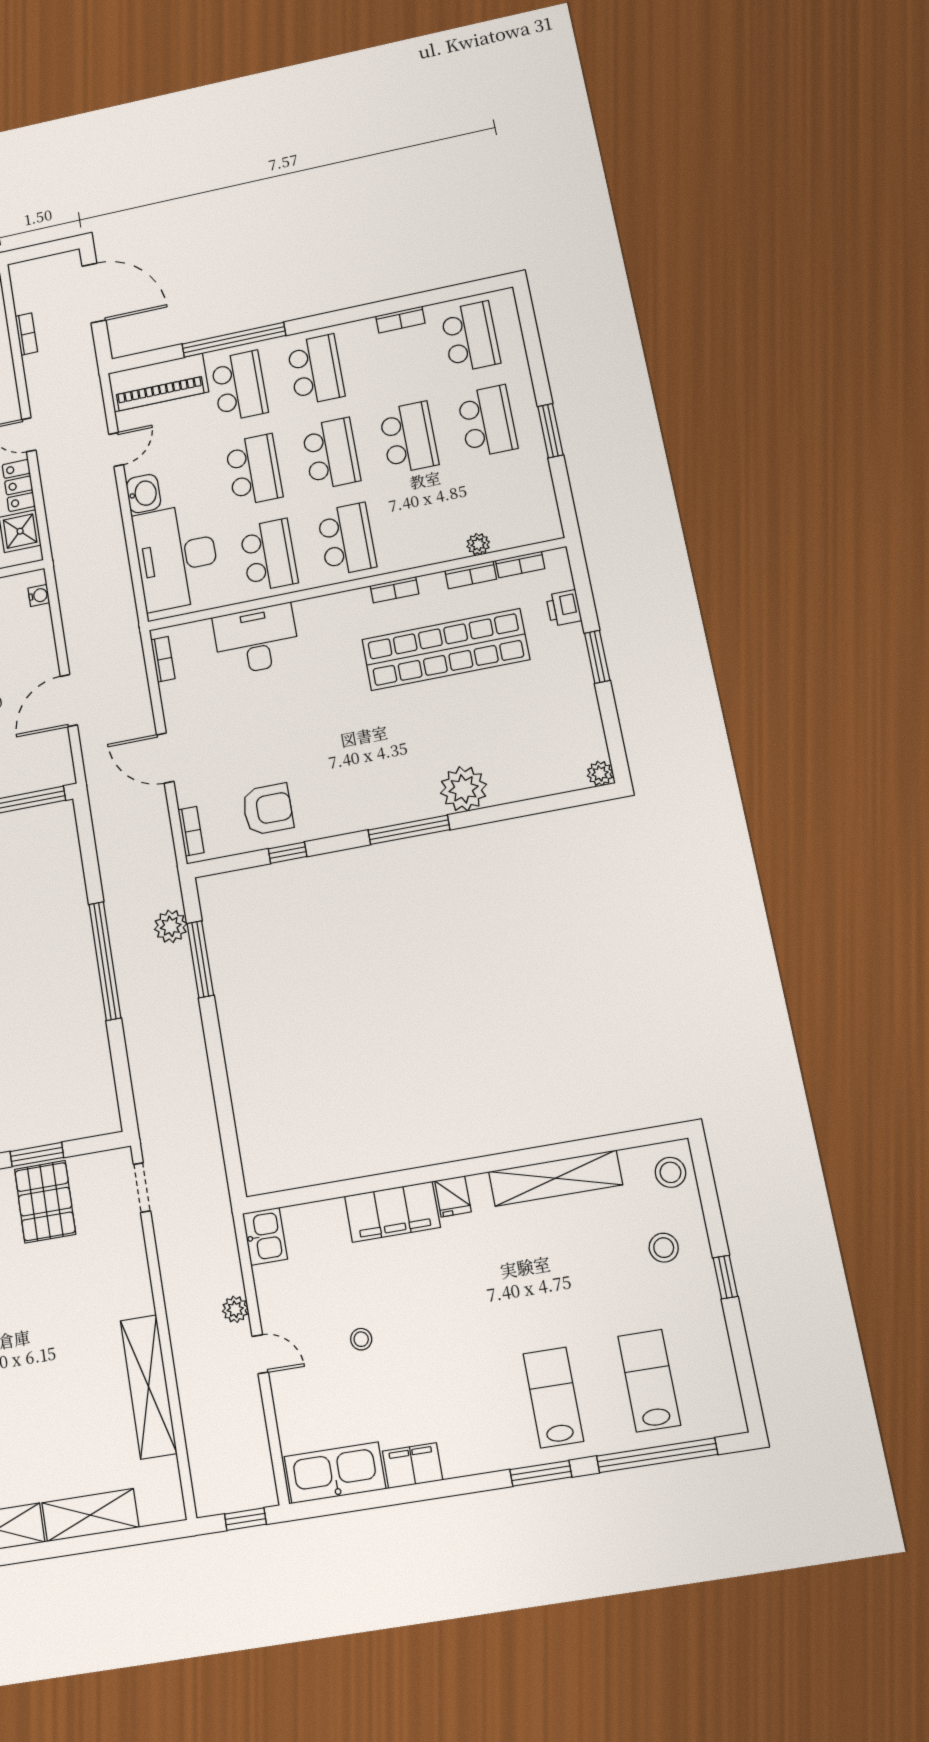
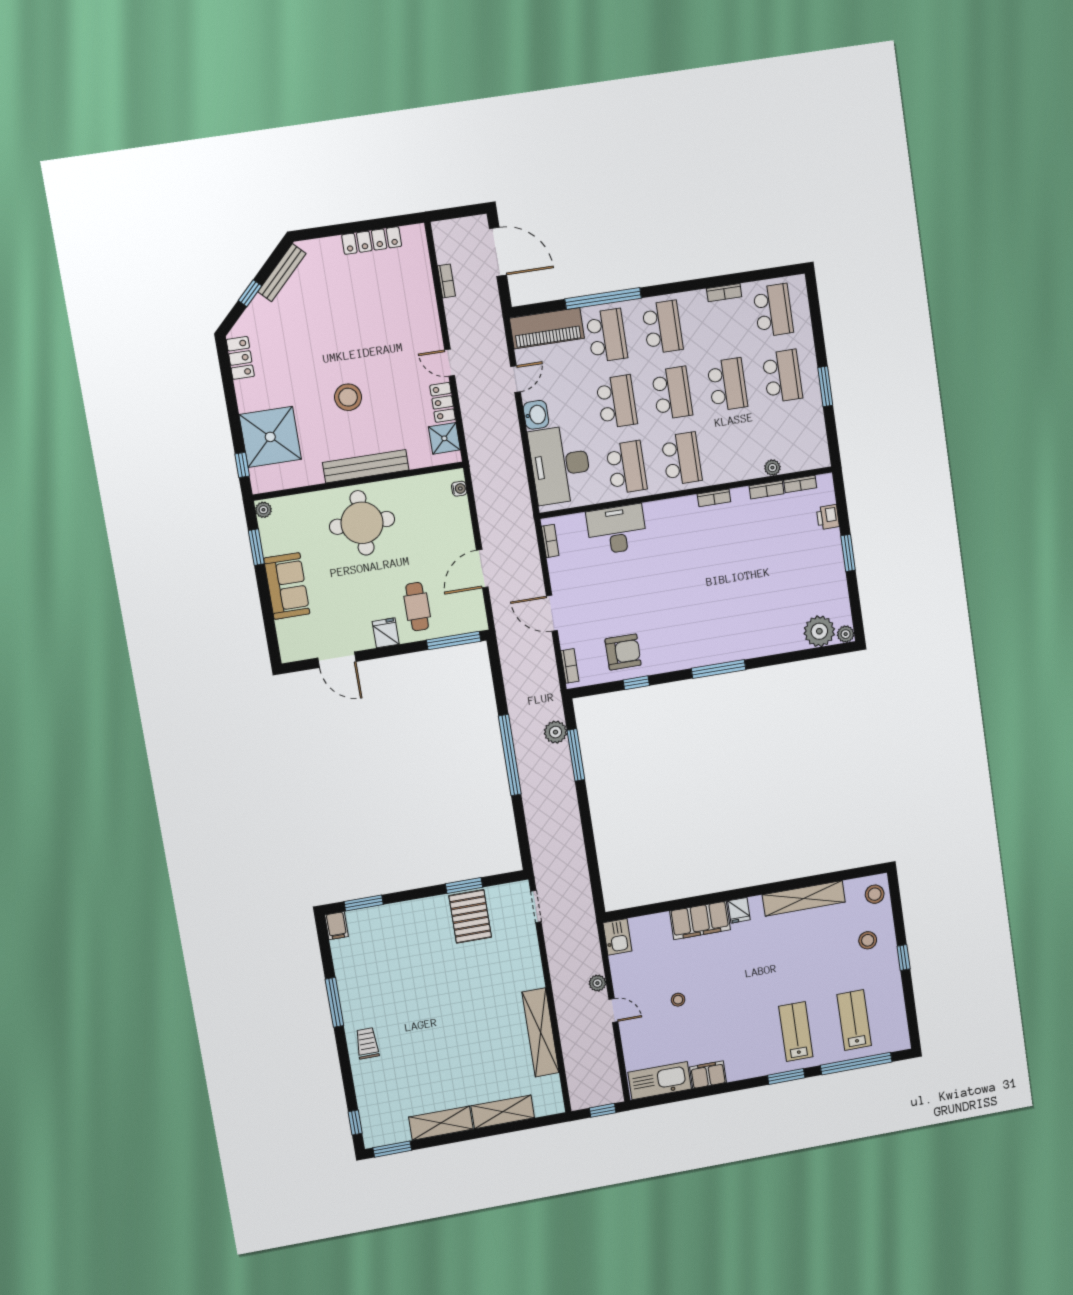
shop shelf: (446, 650) -> (747, 543), removed
plant: (464, 789) -> (819, 631), moved

